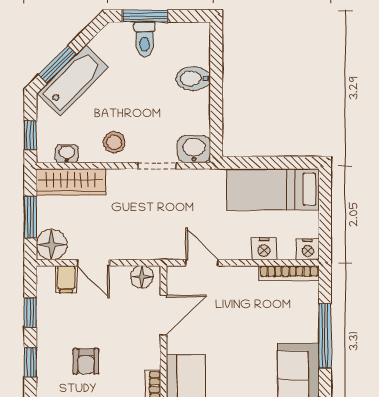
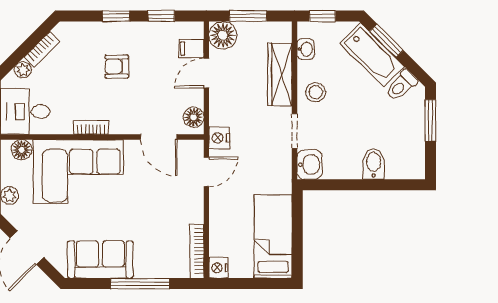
toilet: (145, 39) -> (401, 86), moved, turned -45
wardrobe: (71, 182) -> (280, 74), moved
nightstand: (264, 249) -> (219, 138), moved

